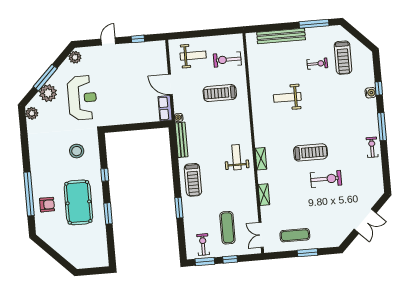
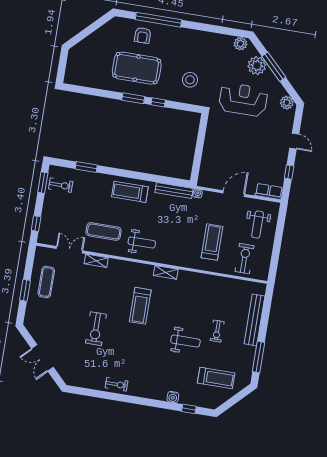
treadmill: (343, 58) -> (216, 378), turned 180
exercise bike: (317, 64) -> (217, 331), moved
window: (379, 88) -> (189, 409), moved
weight bench: (287, 97) -> (185, 341), moved, turned 90
reception desk: (82, 98) -> (243, 100), turned 180
row of seats: (165, 108) -> (269, 192), moved
window: (382, 127) -> (135, 400), removed
treadmill: (311, 152) -> (140, 306), moved
shelving: (261, 159) -> (166, 272), moved
window: (179, 208) -> (86, 167), moved
window: (108, 213) -> (133, 98), moved
exercise mat: (227, 228) -> (104, 231), moved
double door: (261, 235) -> (69, 250), moved
window: (230, 259) -> (36, 224), moved

